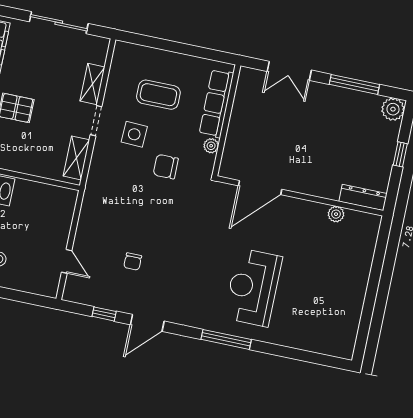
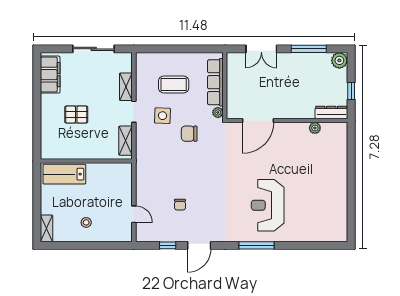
door: (260, 188) -> (258, 121), moved
wall: (300, 196) -> (287, 121), moved
dresser: (363, 198) -> (331, 112), moved
plant: (336, 214) -> (315, 128), moved

